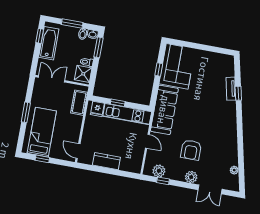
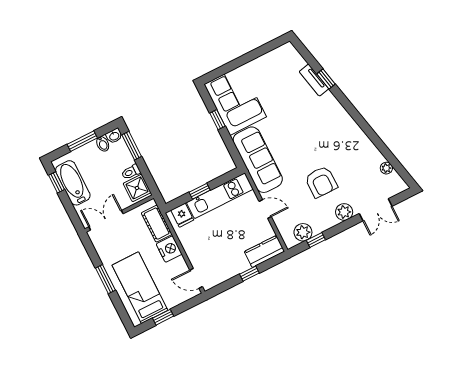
nightstand: (75, 123) -> (169, 249), added
kitchen counter: (106, 161) -> (264, 251), moved
window: (110, 171) -> (249, 274), added

